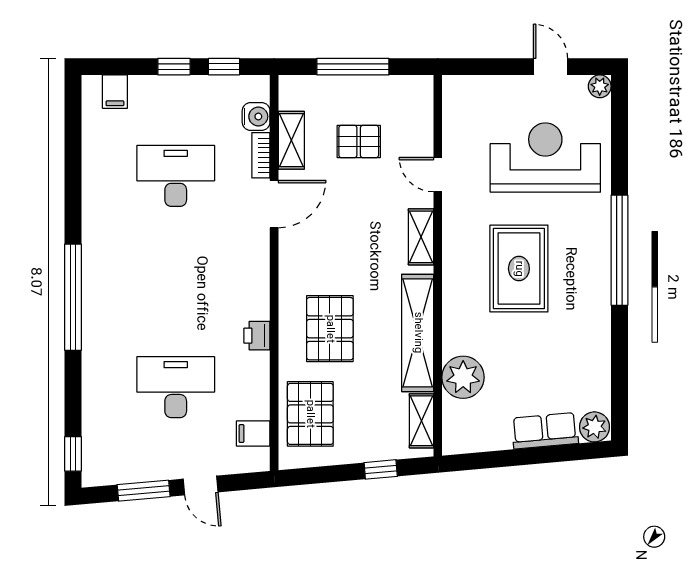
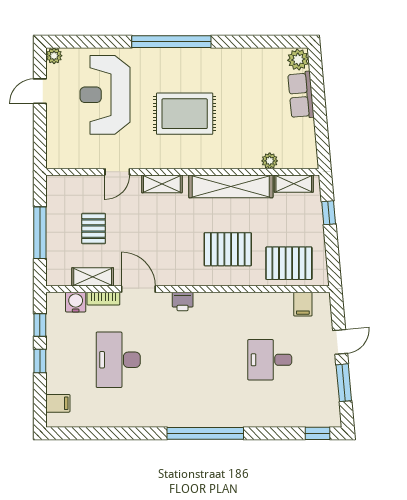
printer: (257, 336) -> (183, 301), moved
plant: (463, 377) -> (270, 161), width x0.53, depth x0.53
desk: (176, 387) -> (270, 360), width x0.73

